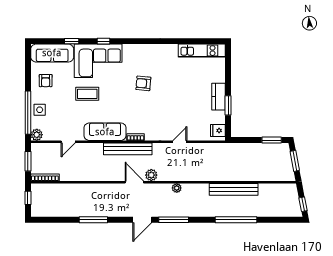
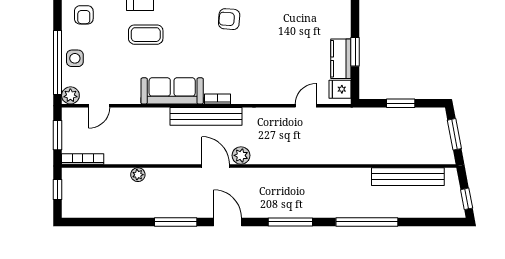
kitchen counter: (219, 97) -> (341, 59), moved
window: (272, 140) -> (401, 103), moved
door: (68, 142) -> (99, 106), moved
door: (180, 142) -> (306, 106), moved
plant: (177, 188) -> (138, 175), moved
bench: (234, 189) -> (408, 177), moved
window: (93, 220) -> (176, 222), moved
door: (142, 220) -> (228, 222), swing flipped
window: (174, 220) -> (290, 222), moved

